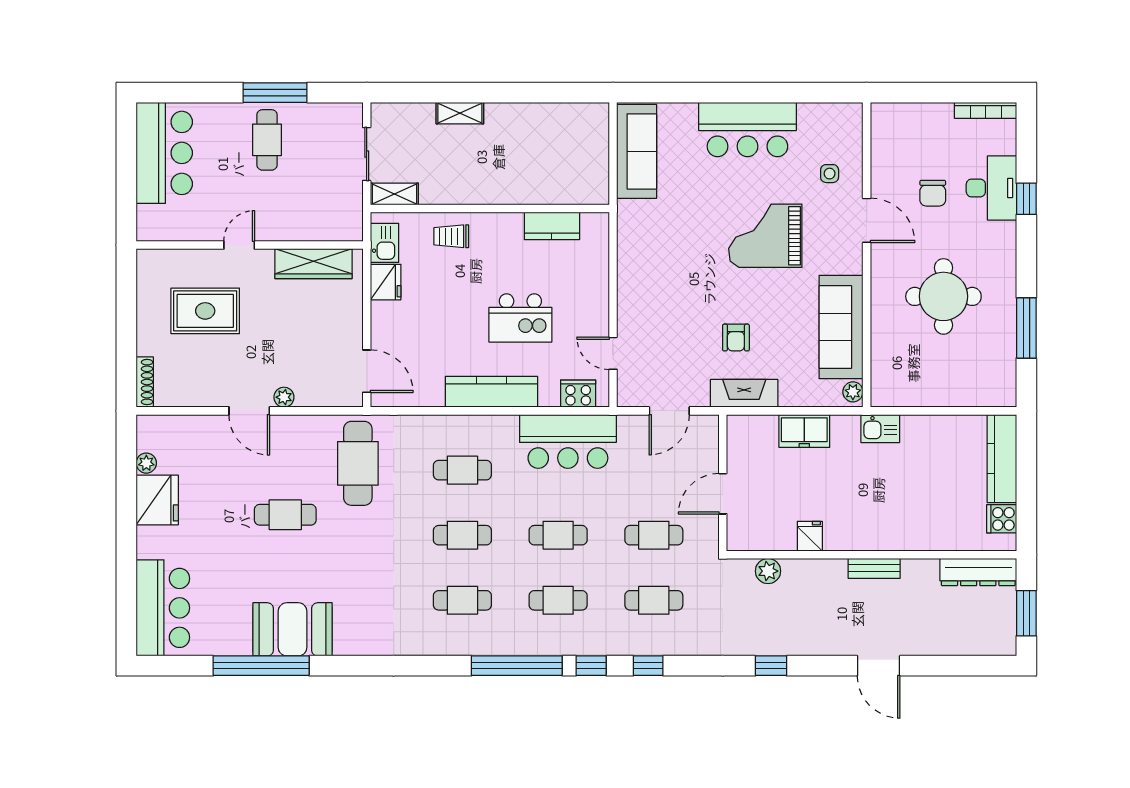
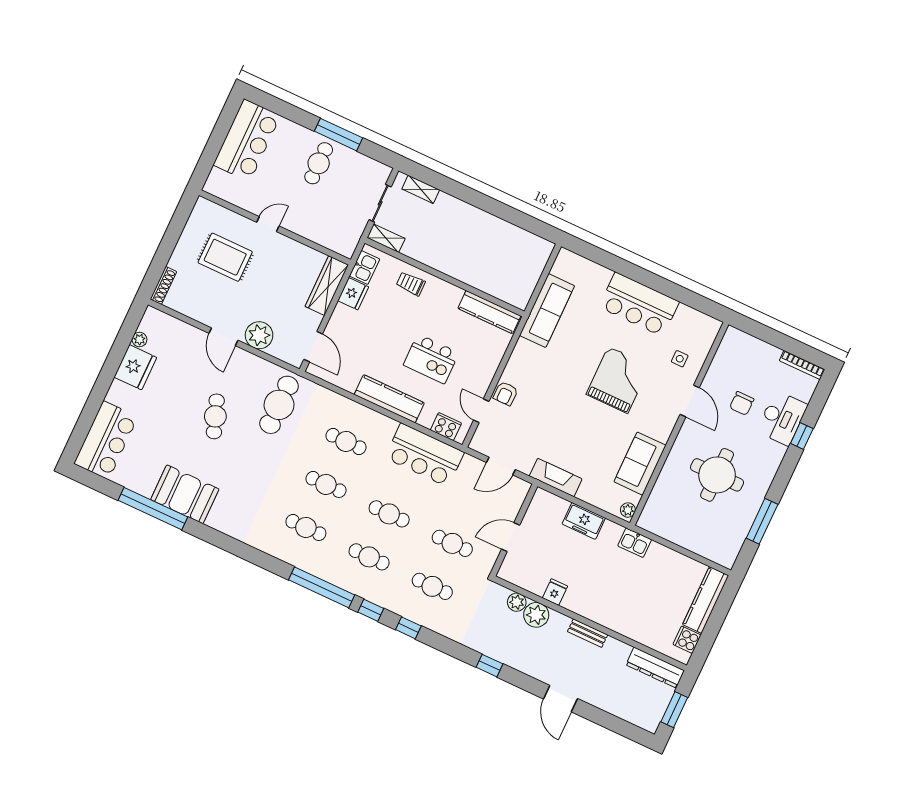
shelving: (460, 113) -> (421, 189), moved
sofa: (637, 151) -> (547, 311), moved
kitchen counter: (552, 226) -> (489, 312), width x1.50
grand piano: (765, 236) -> (618, 380), turned 90
wardrobe: (313, 264) -> (327, 286), moved, turned 90
sofa: (841, 327) -> (640, 464), width x0.73
armchair: (736, 338) -> (506, 393), moved
plant: (284, 397) -> (259, 335), width x1.87, depth x1.87
cafe table: (285, 515) -> (215, 416), turned 70
plant: (800, 575) -> (536, 615), added

